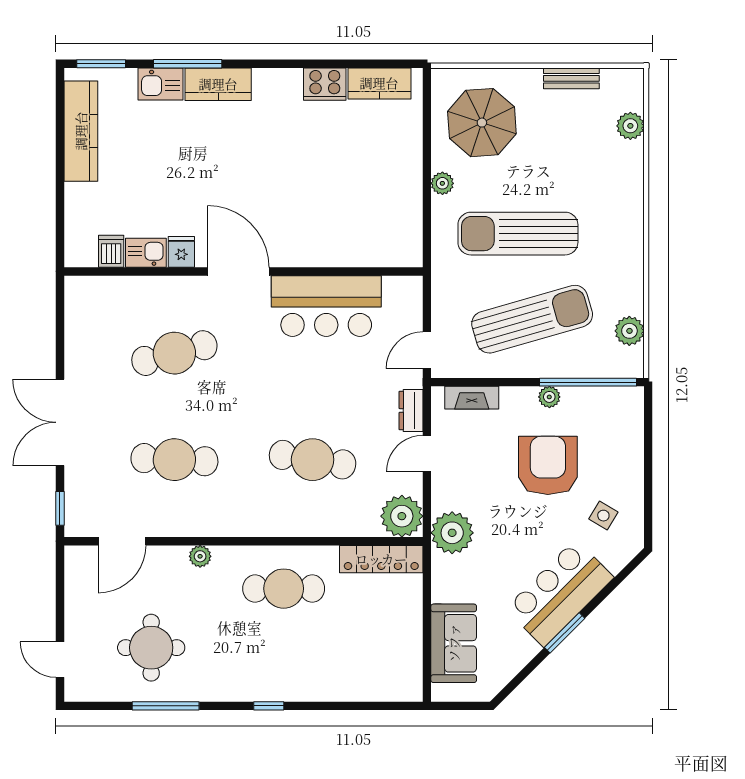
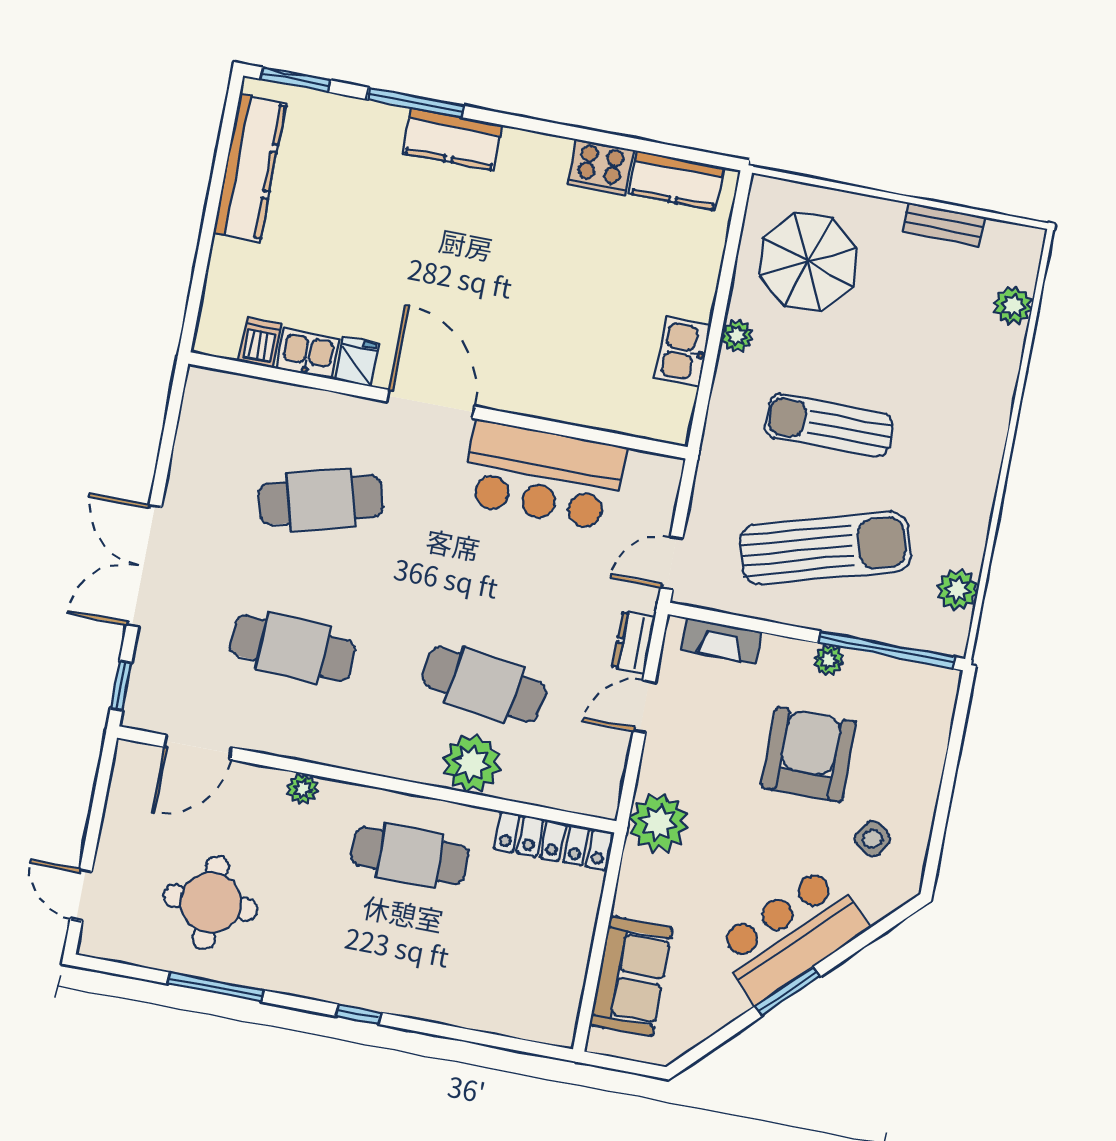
kitchen sink: (161, 84) -> (683, 352), moved, turned 90
sun lounger: (518, 234) -> (829, 425), width x0.73, depth x0.75
plant: (402, 516) -> (472, 763), moved

